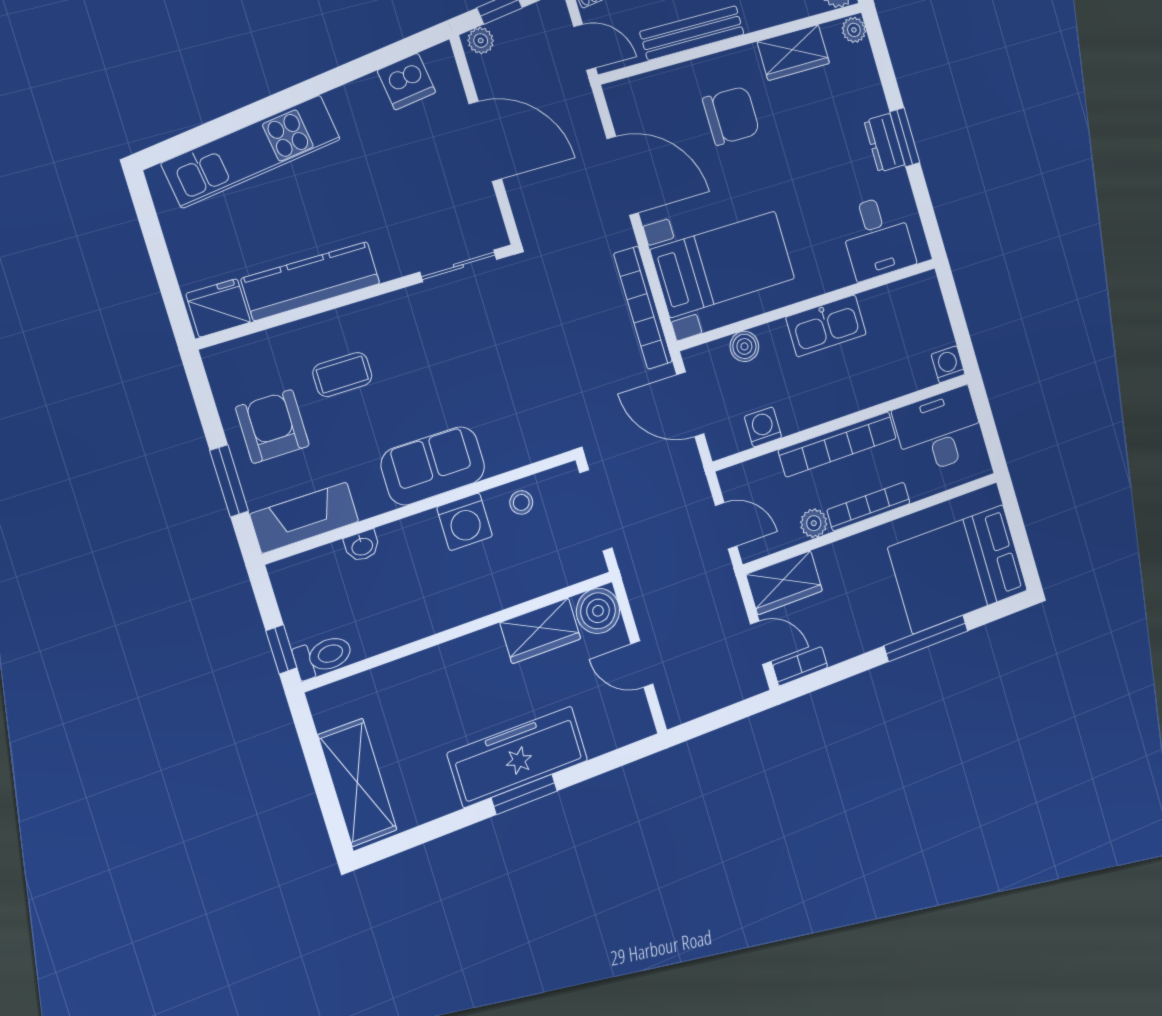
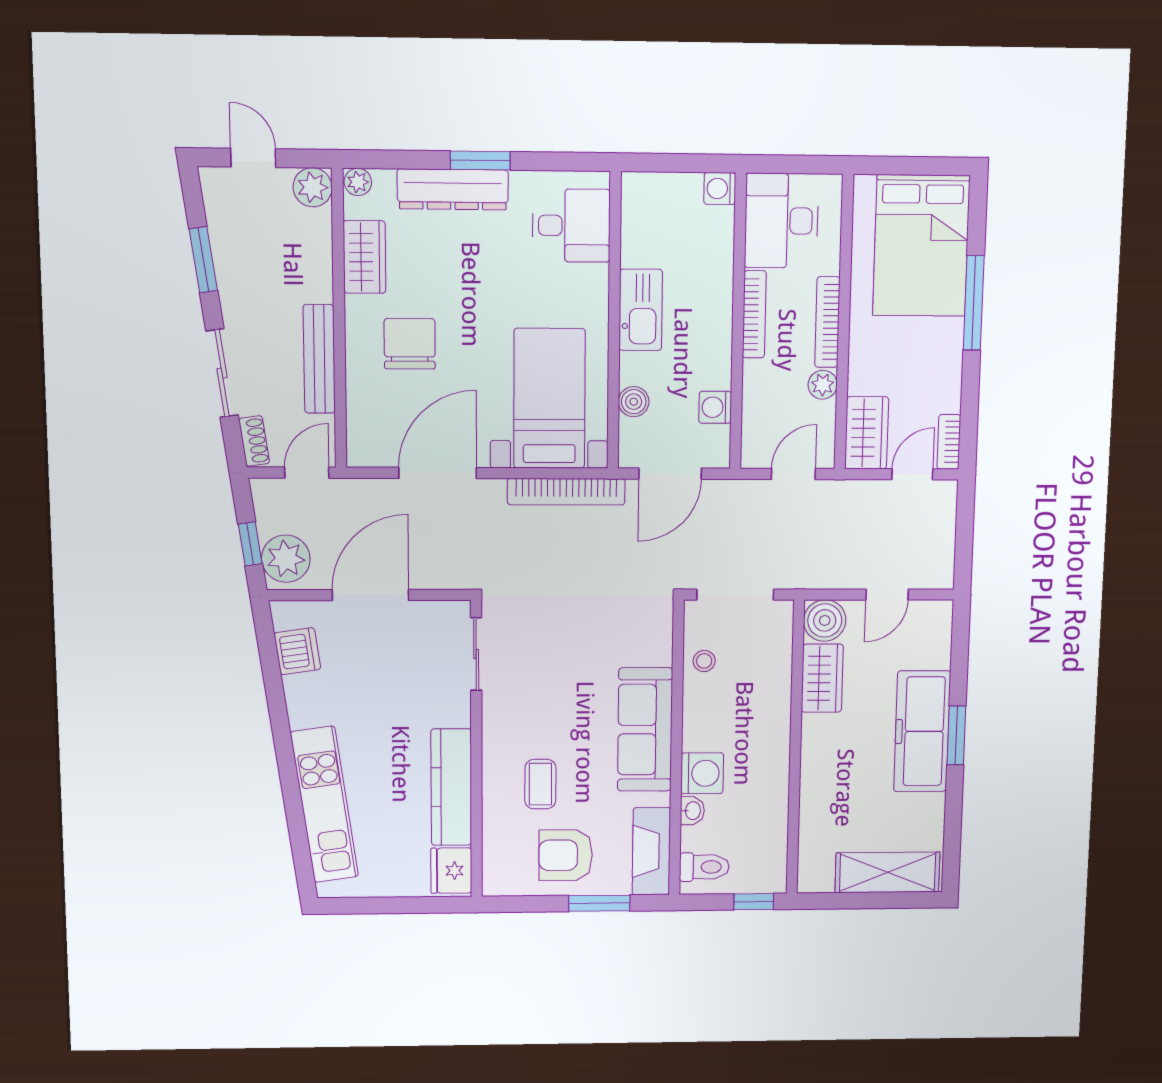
plant: (481, 41) -> (286, 559), width x1.88, depth x1.88
dresser: (884, 143) -> (453, 189), width x1.96, depth x1.24
bookcase: (838, 444) -> (754, 314), width x0.68, depth x0.76
sofa: (433, 466) -> (645, 730), width x1.36
washing machine: (465, 522) -> (702, 773), moved
toilet: (323, 656) -> (704, 867), moved, turned 90

